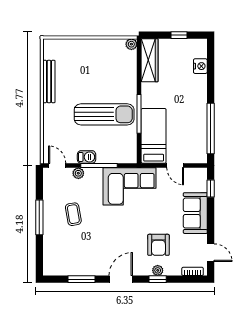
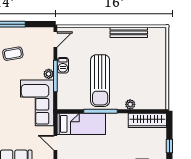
plant: (131, 44) -> (130, 104), moved
door: (175, 166) -> (55, 143), hinge flipped
plant: (78, 173) -> (49, 74), moved

